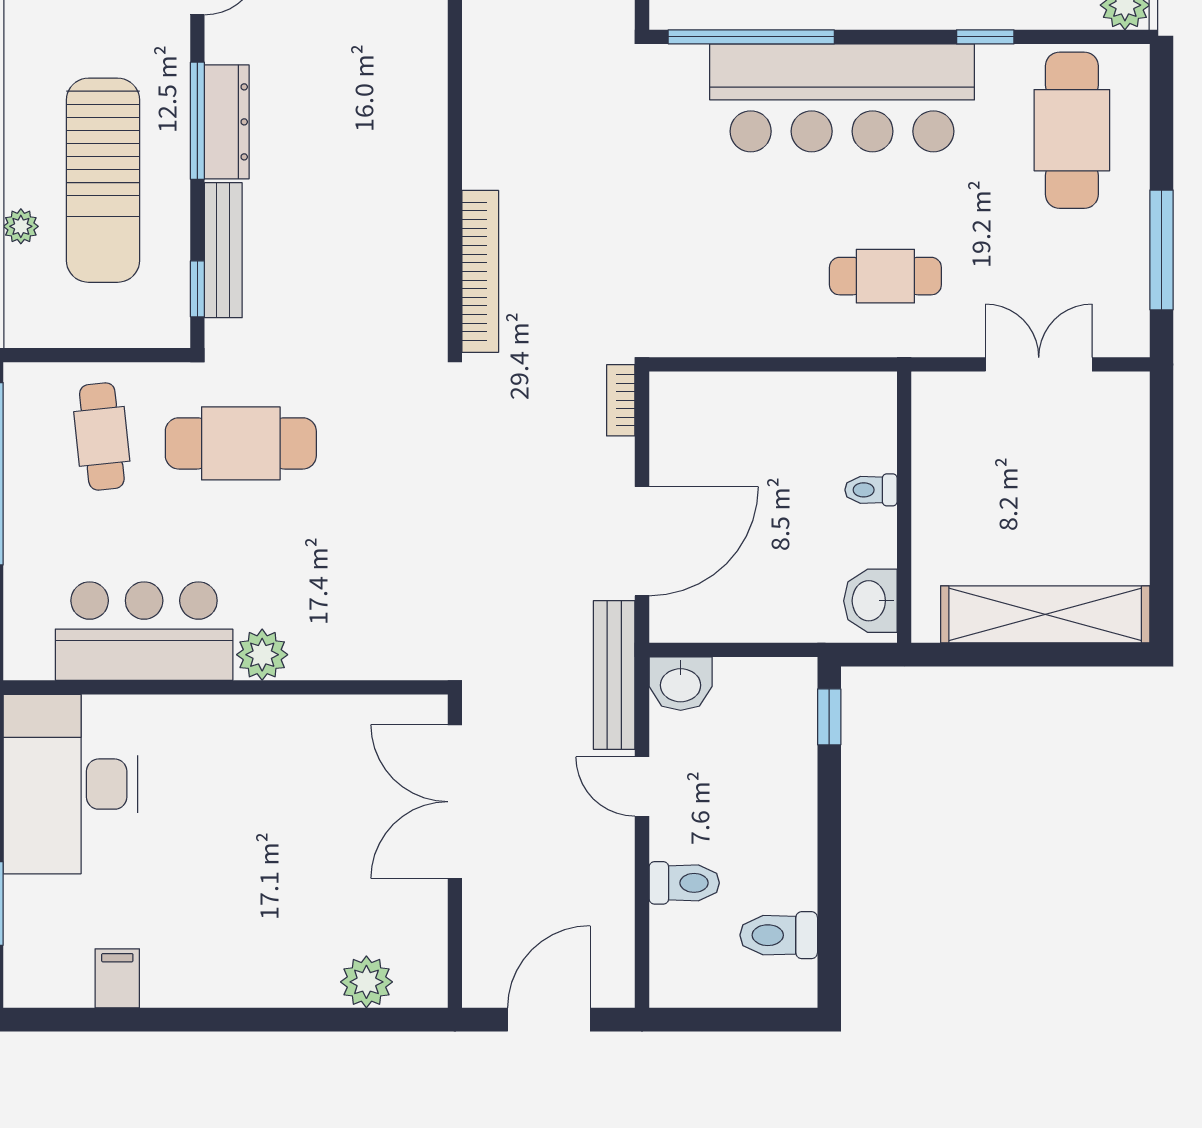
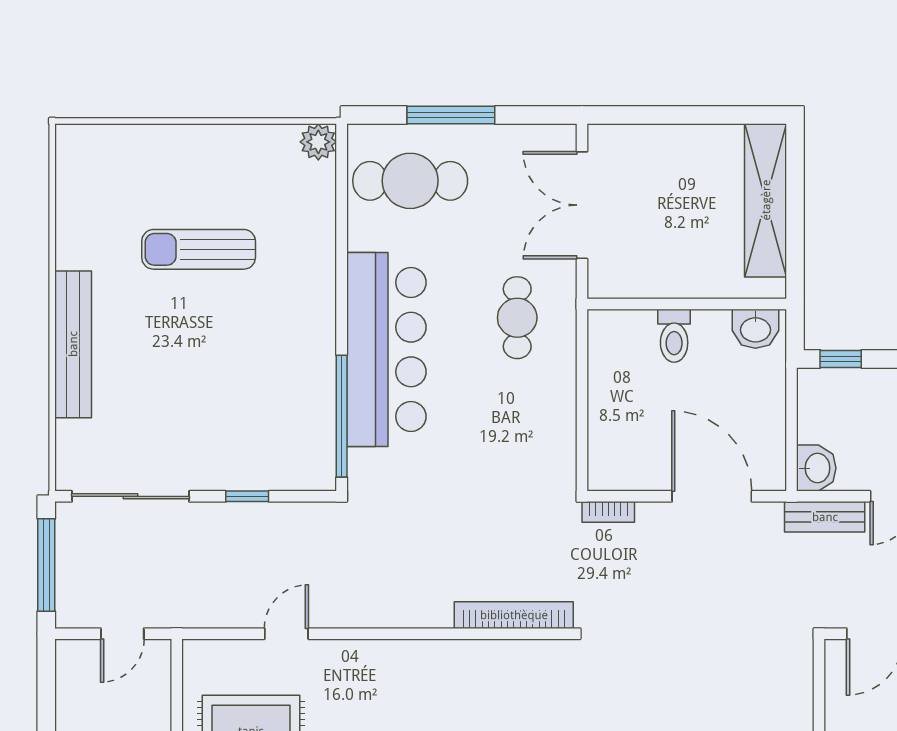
window: (985, 37) -> (342, 244), removed
window: (1161, 250) -> (451, 115), moved
double door: (1039, 364) -> (582, 205), width x1.37
toilet: (871, 490) -> (674, 336), width x1.37, depth x1.39
bench: (614, 675) -> (825, 517), width x0.73

